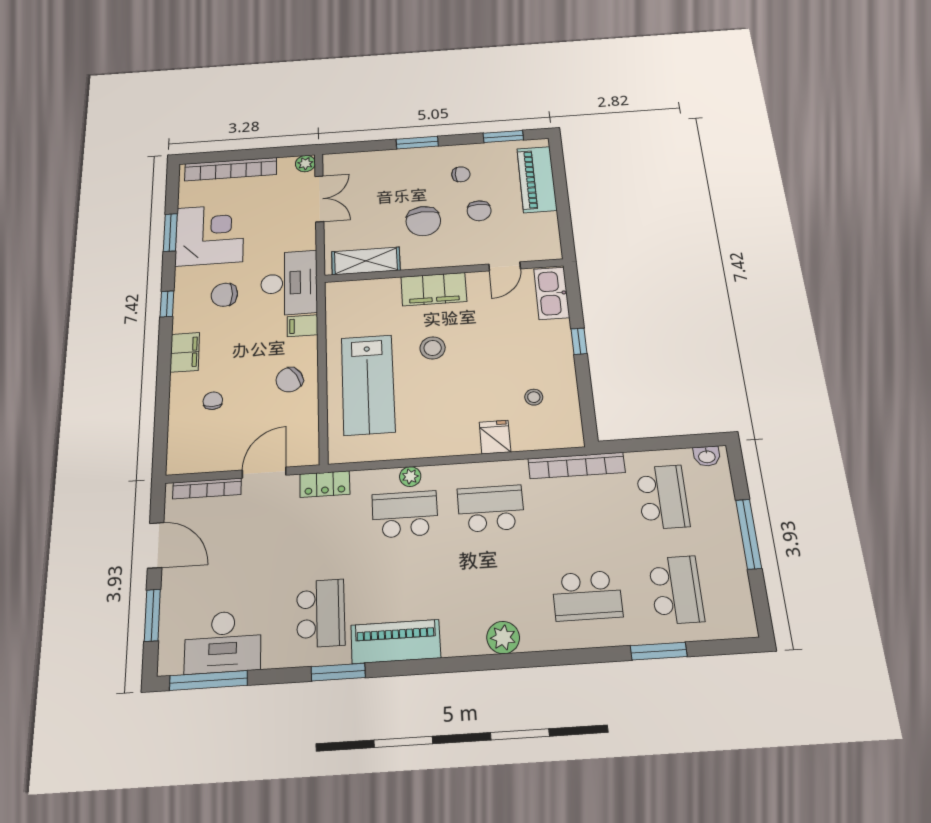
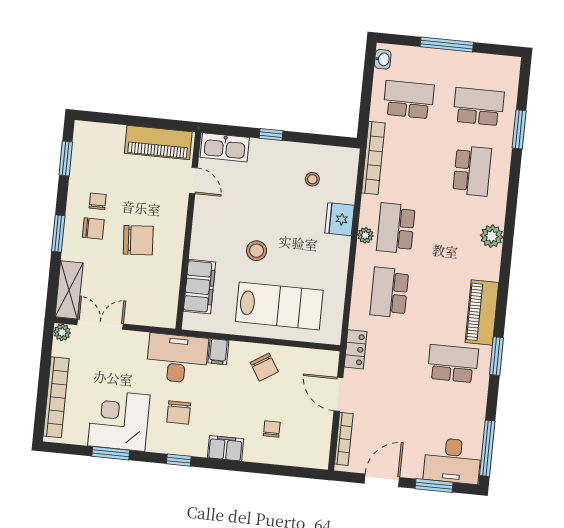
piano: (537, 179) -> (158, 143), moved
chair: (479, 211) -> (93, 228), moved
shelving: (366, 261) -> (69, 290), moved
filing cabinet: (434, 289) -> (200, 287), moved
chair: (213, 401) -> (272, 429), turned 90
fridge: (495, 437) -> (340, 219), width x1.38
plant: (410, 476) -> (365, 235), moved
desk: (223, 642) -> (452, 461), moved, turned 90

